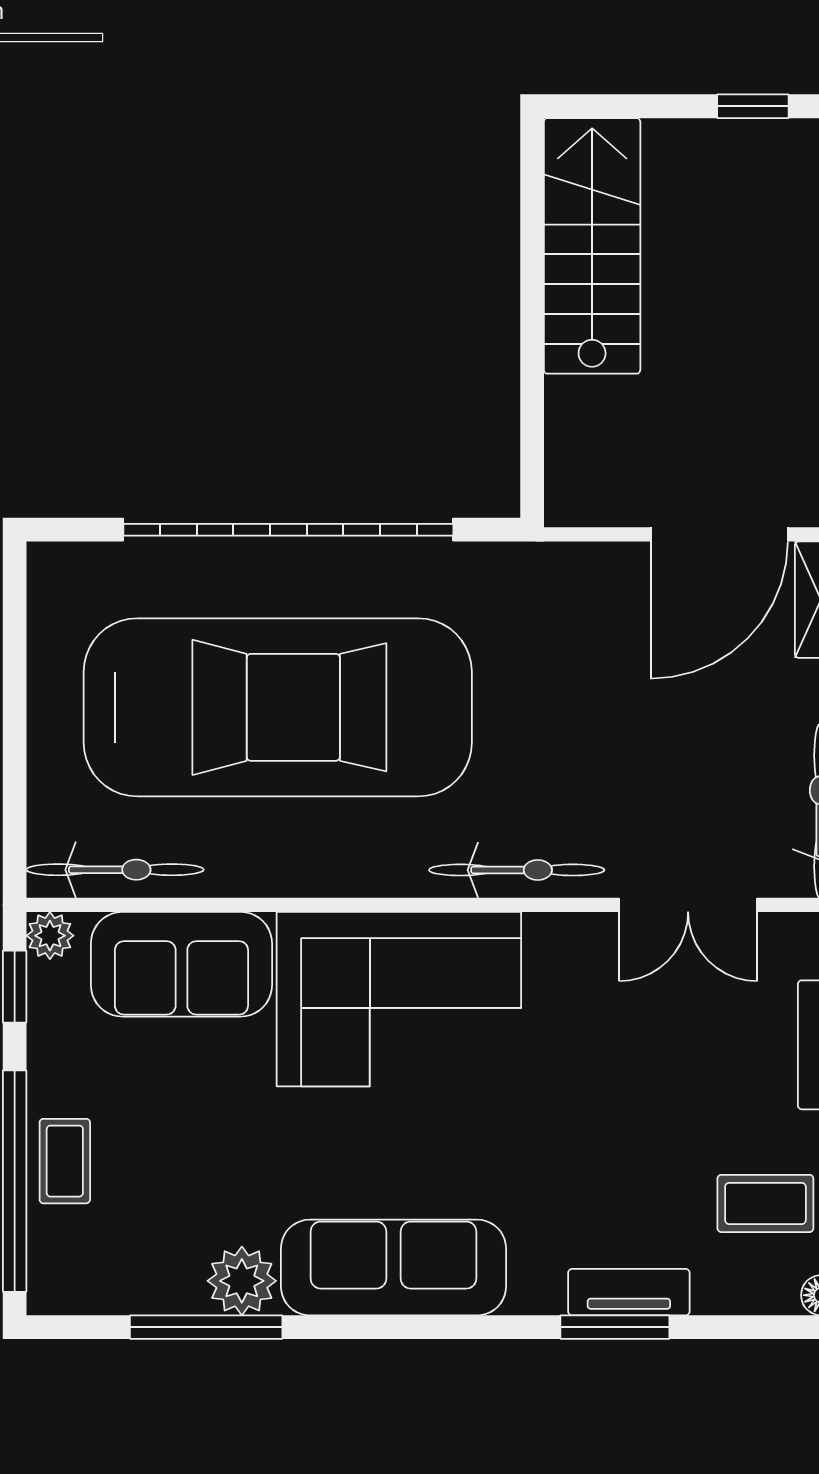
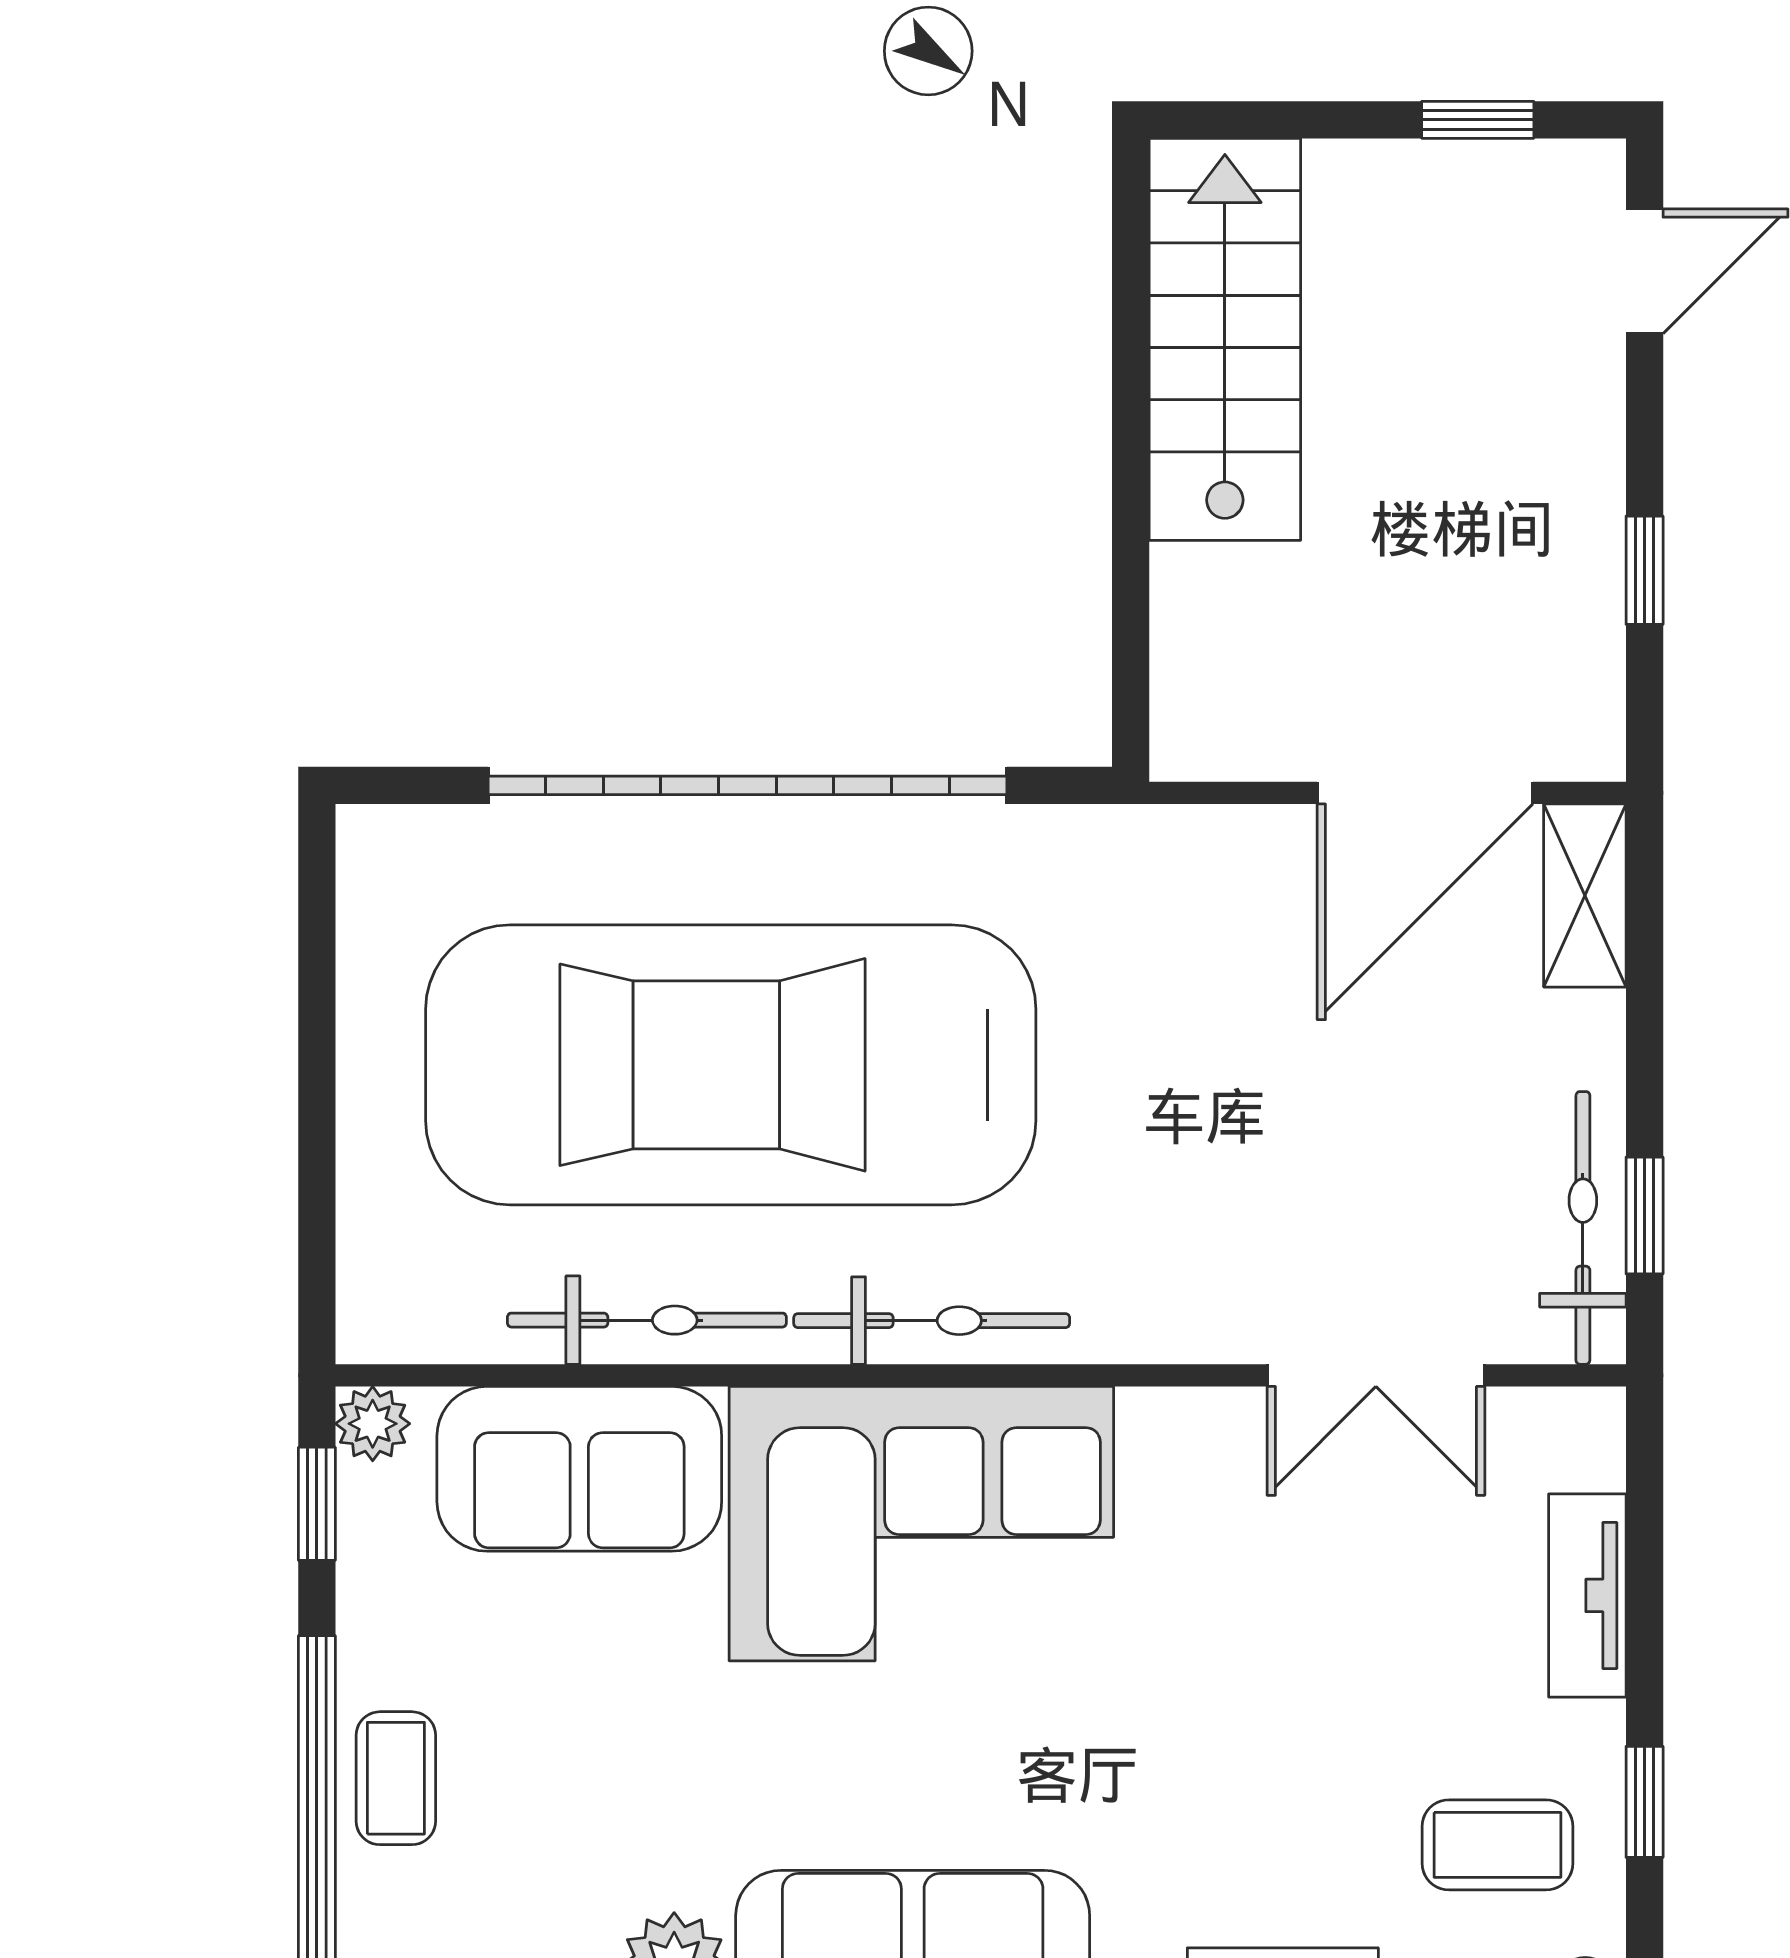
car: (278, 707) -> (731, 1065), turned 180
bicycle: (115, 870) -> (647, 1320), moved
bicycle: (517, 870) -> (932, 1321), moved

